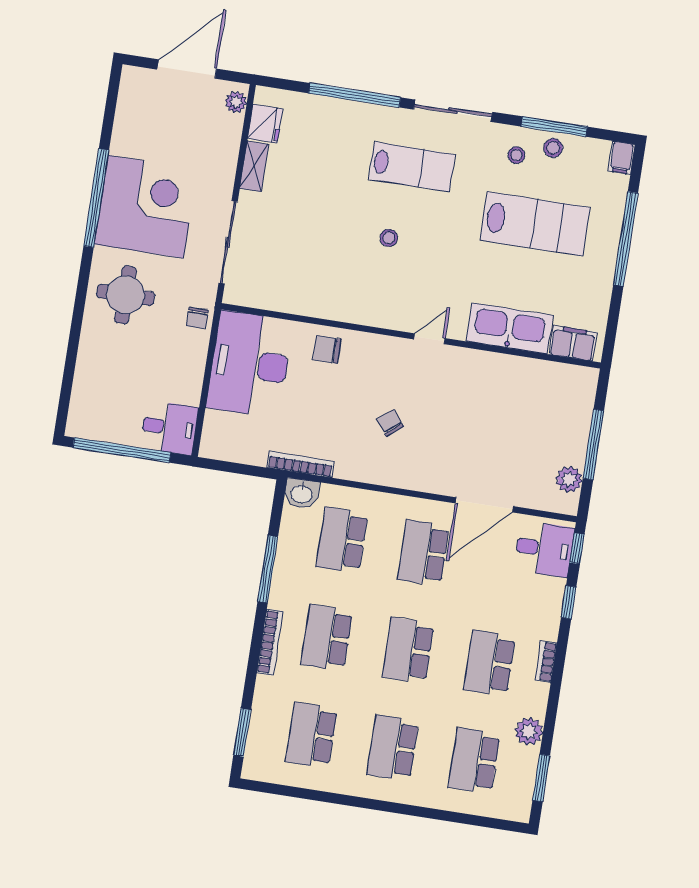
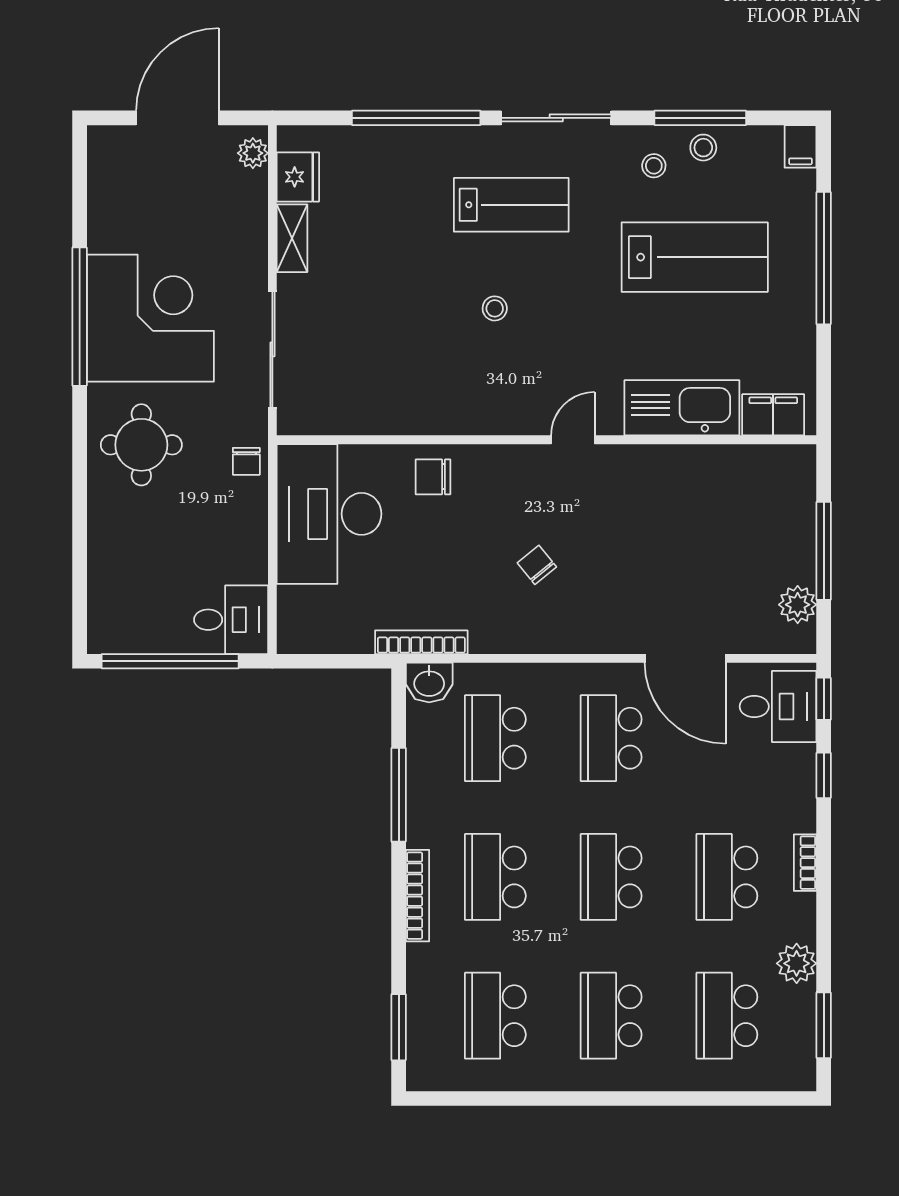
door: (484, 505) -> (685, 658), hinge flipped

